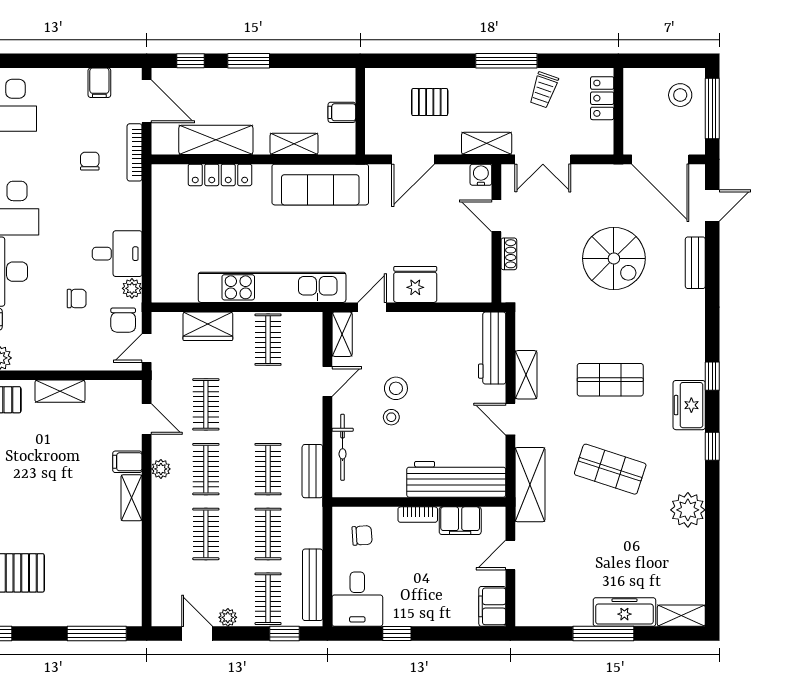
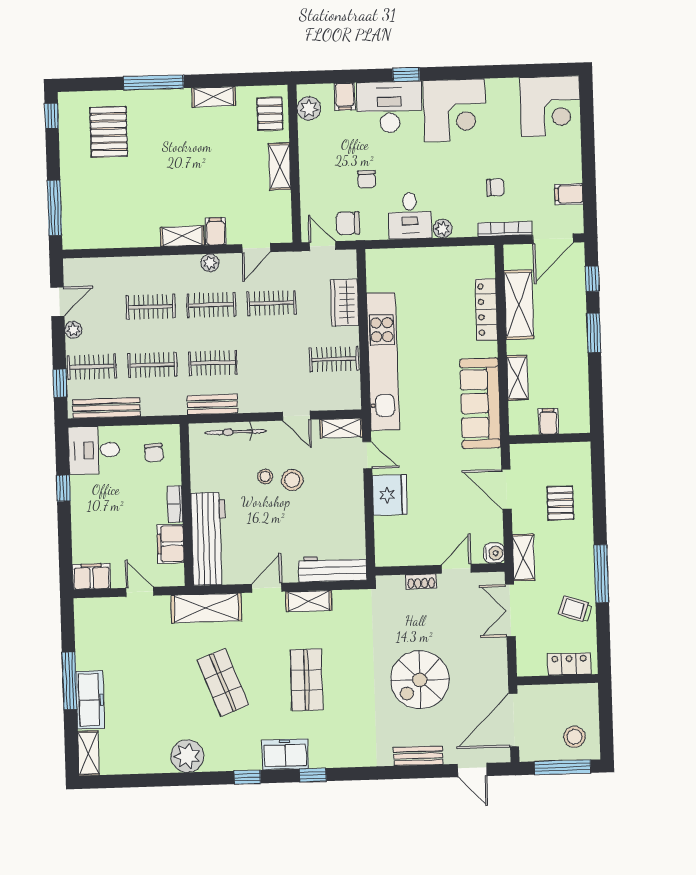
plant: (132, 288) -> (443, 229), moved
shop shelf: (610, 469) -> (223, 682), turned -39

